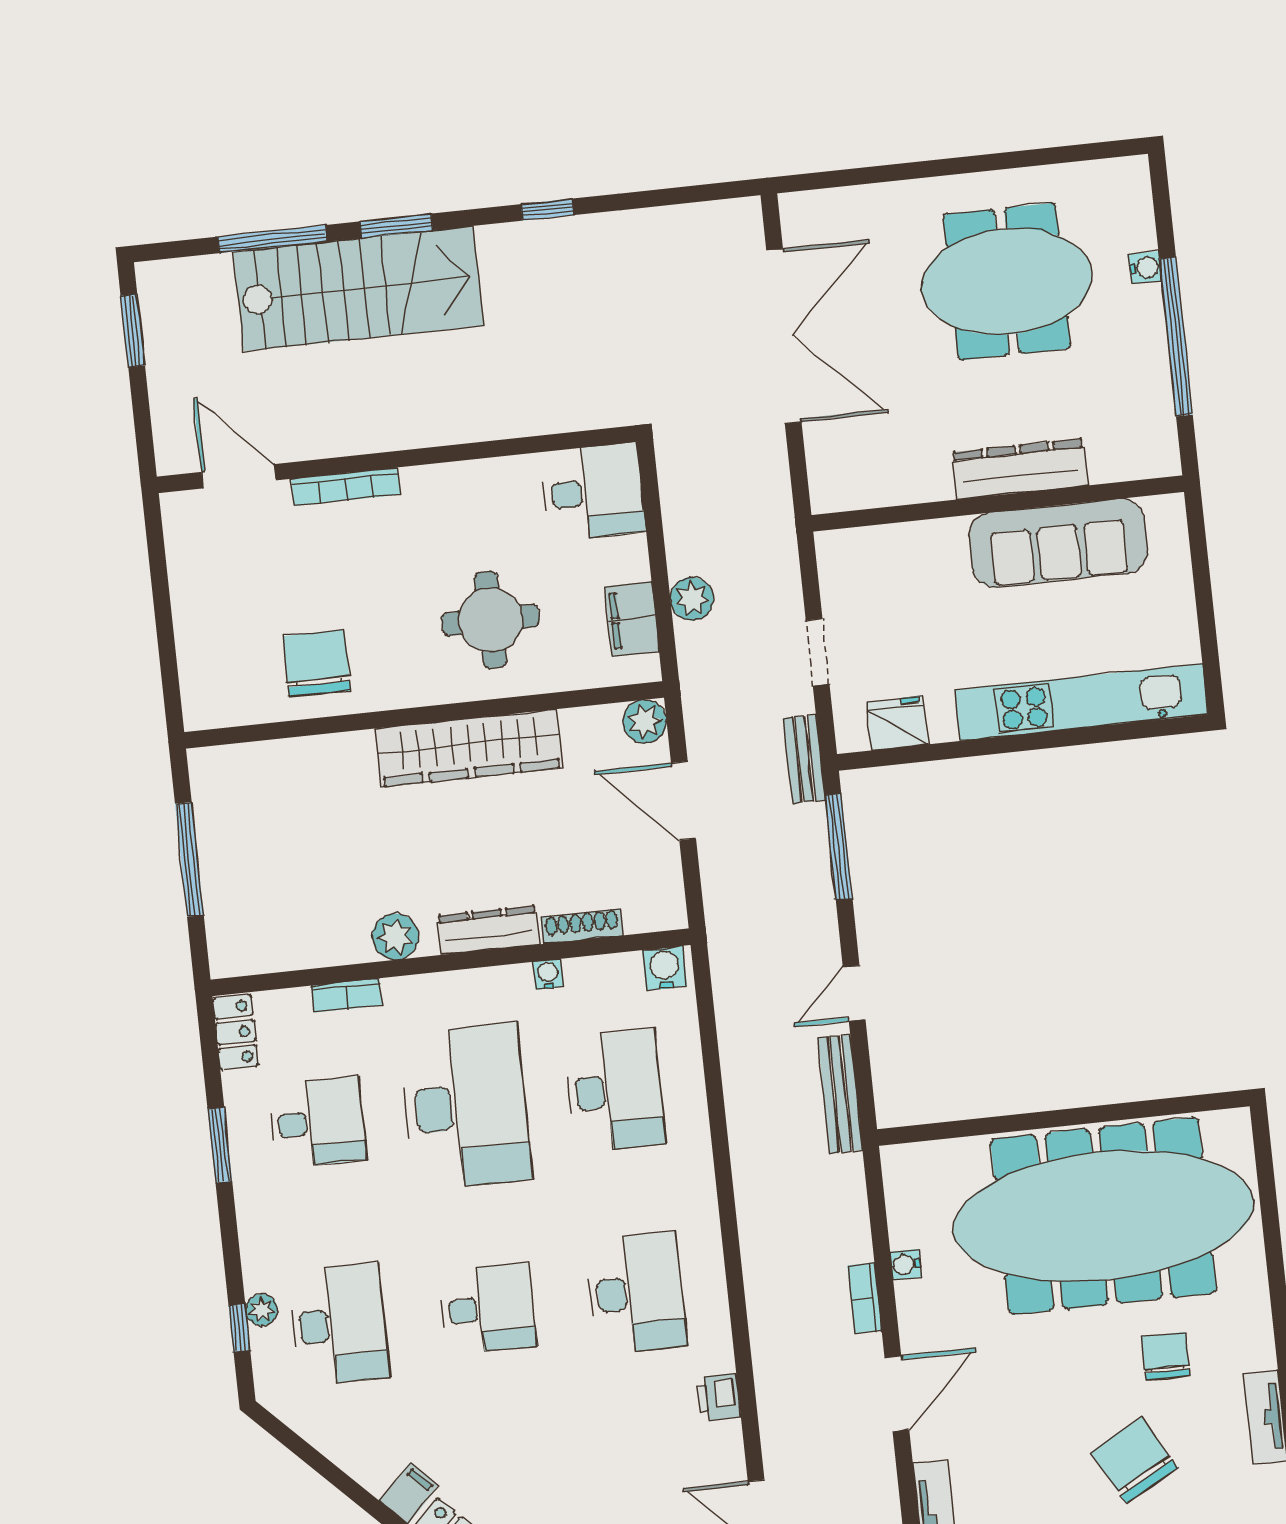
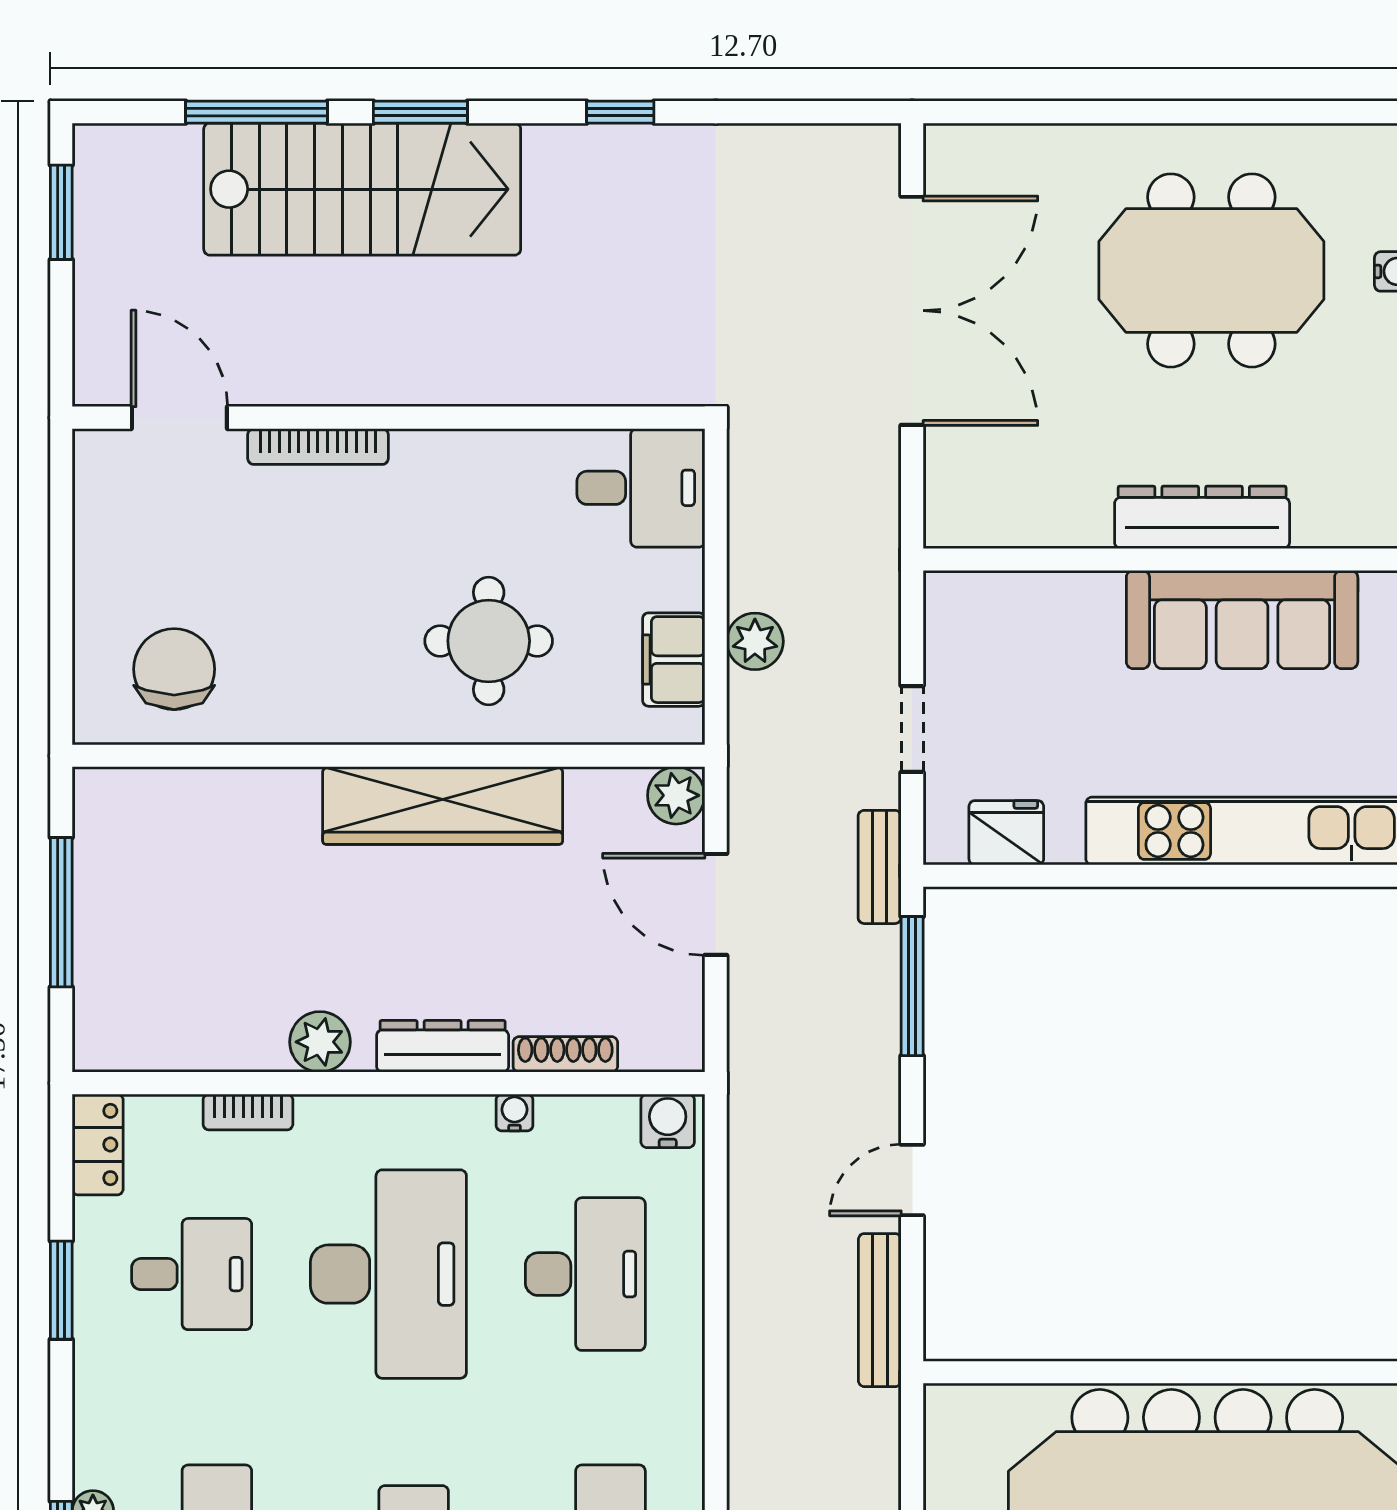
chair: (317, 663) -> (174, 669), moved

